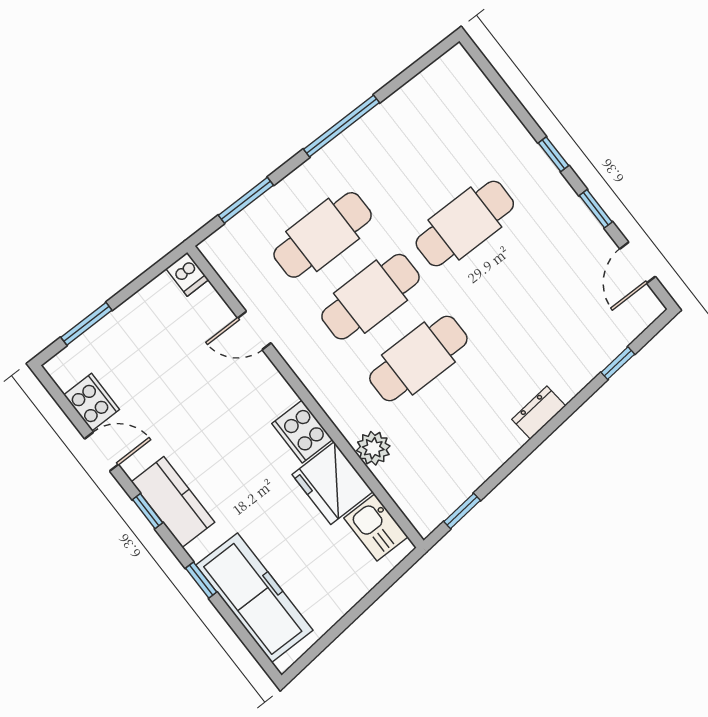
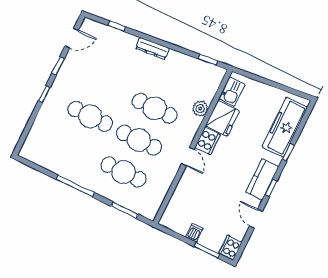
dishwasher: (187, 274) -> (194, 233), moved
door: (254, 330) -> (188, 156), moved
cooker: (92, 402) -> (230, 248), moved
dresser: (539, 413) -> (152, 48), width x1.44

